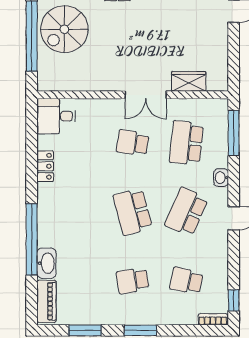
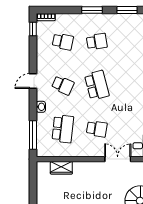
double door: (146, 95) -> (118, 159), moved
school desk: (186, 212) -> (63, 85), width x0.54

